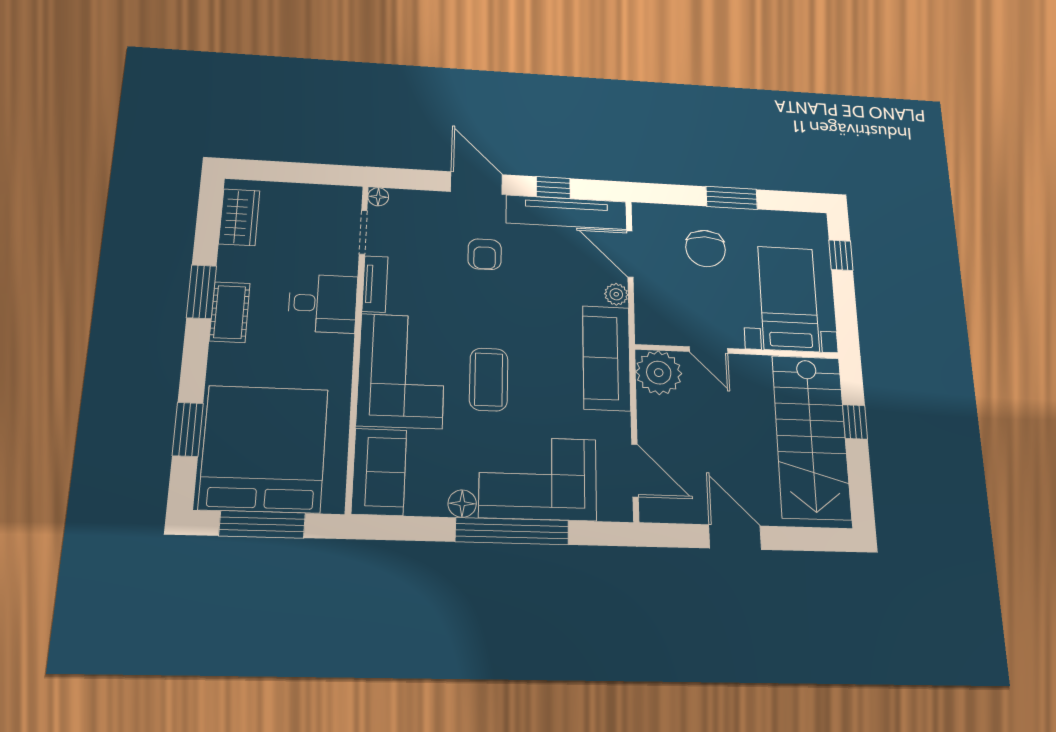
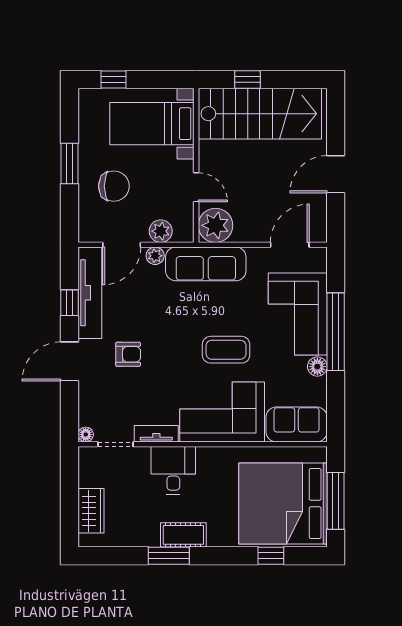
wardrobe: (239, 217) -> (91, 511), moved, turned 90
plant: (649, 303) -> (161, 231), added
door: (709, 350) -> (196, 187), hinge flipped
window: (188, 429) -> (271, 556), width x0.67

